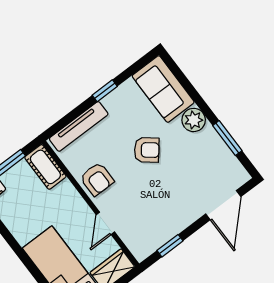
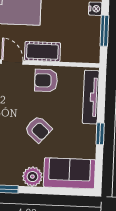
armchair: (147, 150) -> (38, 129), turned -88
cot: (45, 167) -> (42, 51), moved

